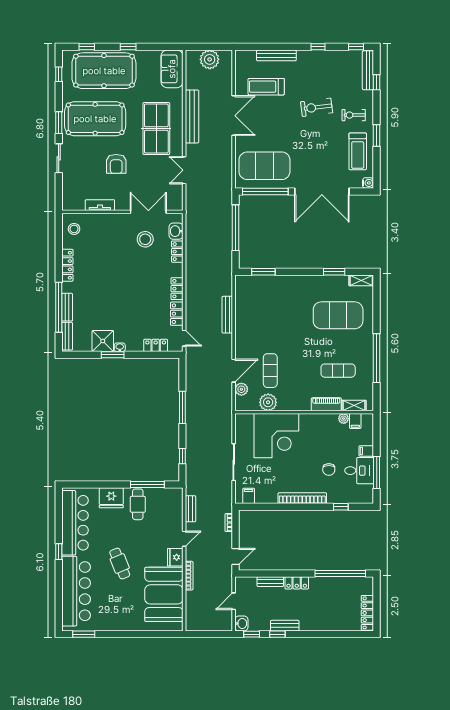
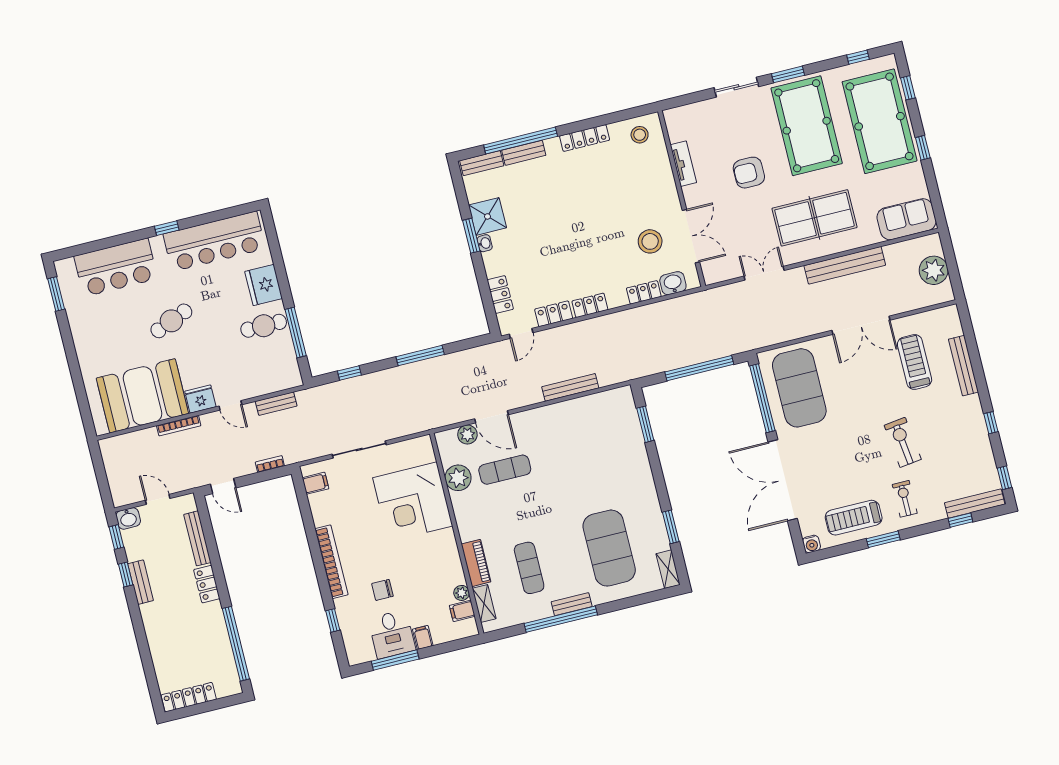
bench: (368, 349) -> (572, 604), added
bench: (270, 582) -> (197, 538), width x1.36
bar counter: (76, 591) -> (116, 267), width x0.73

